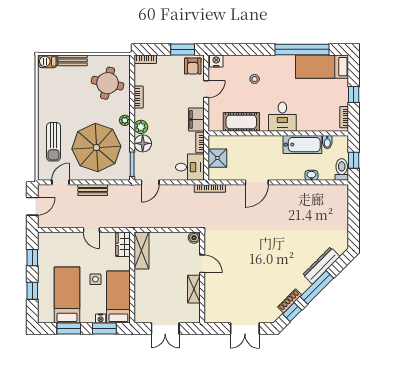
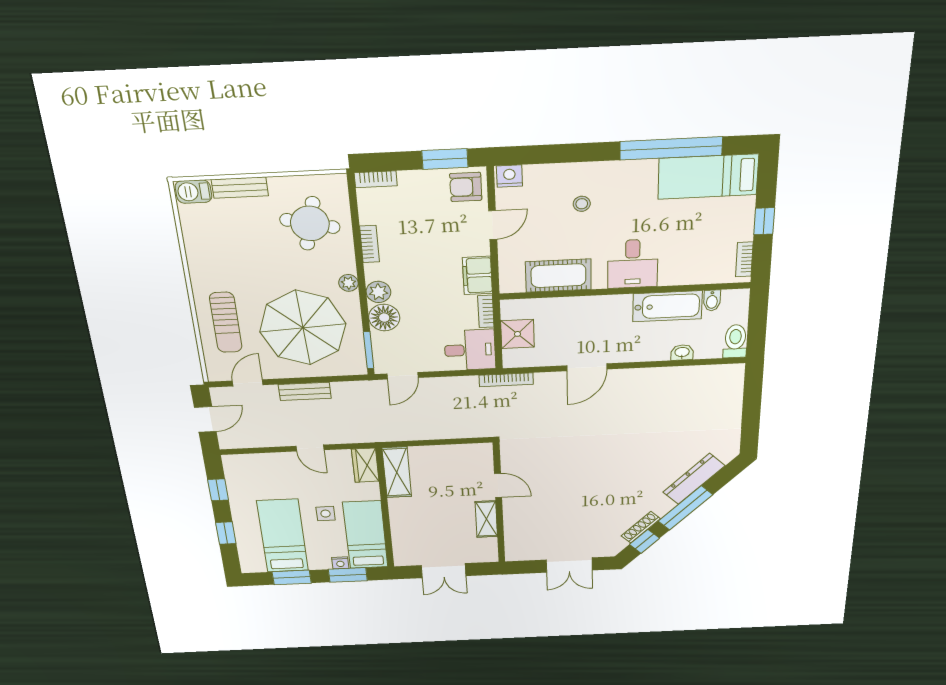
armchair: (193, 66) -> (466, 187), turned 90
window: (354, 160) -> (757, 326), removed
boiler: (194, 238) -> (483, 451), removed

